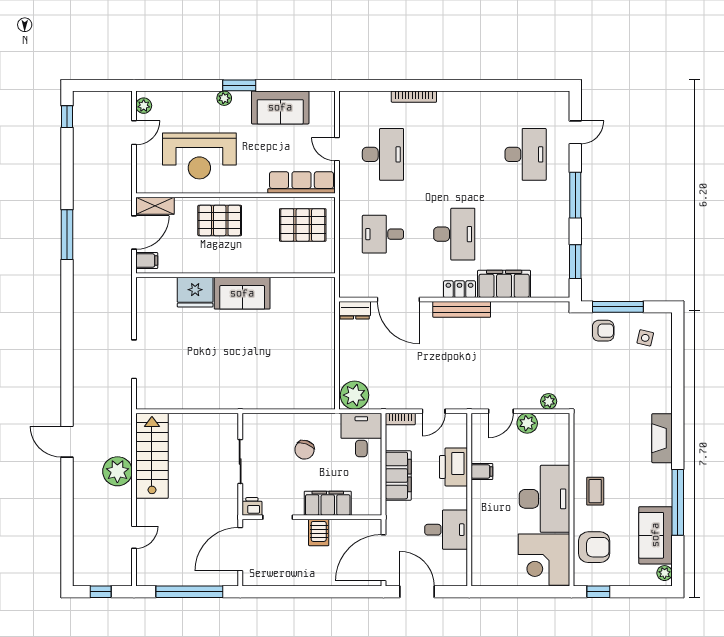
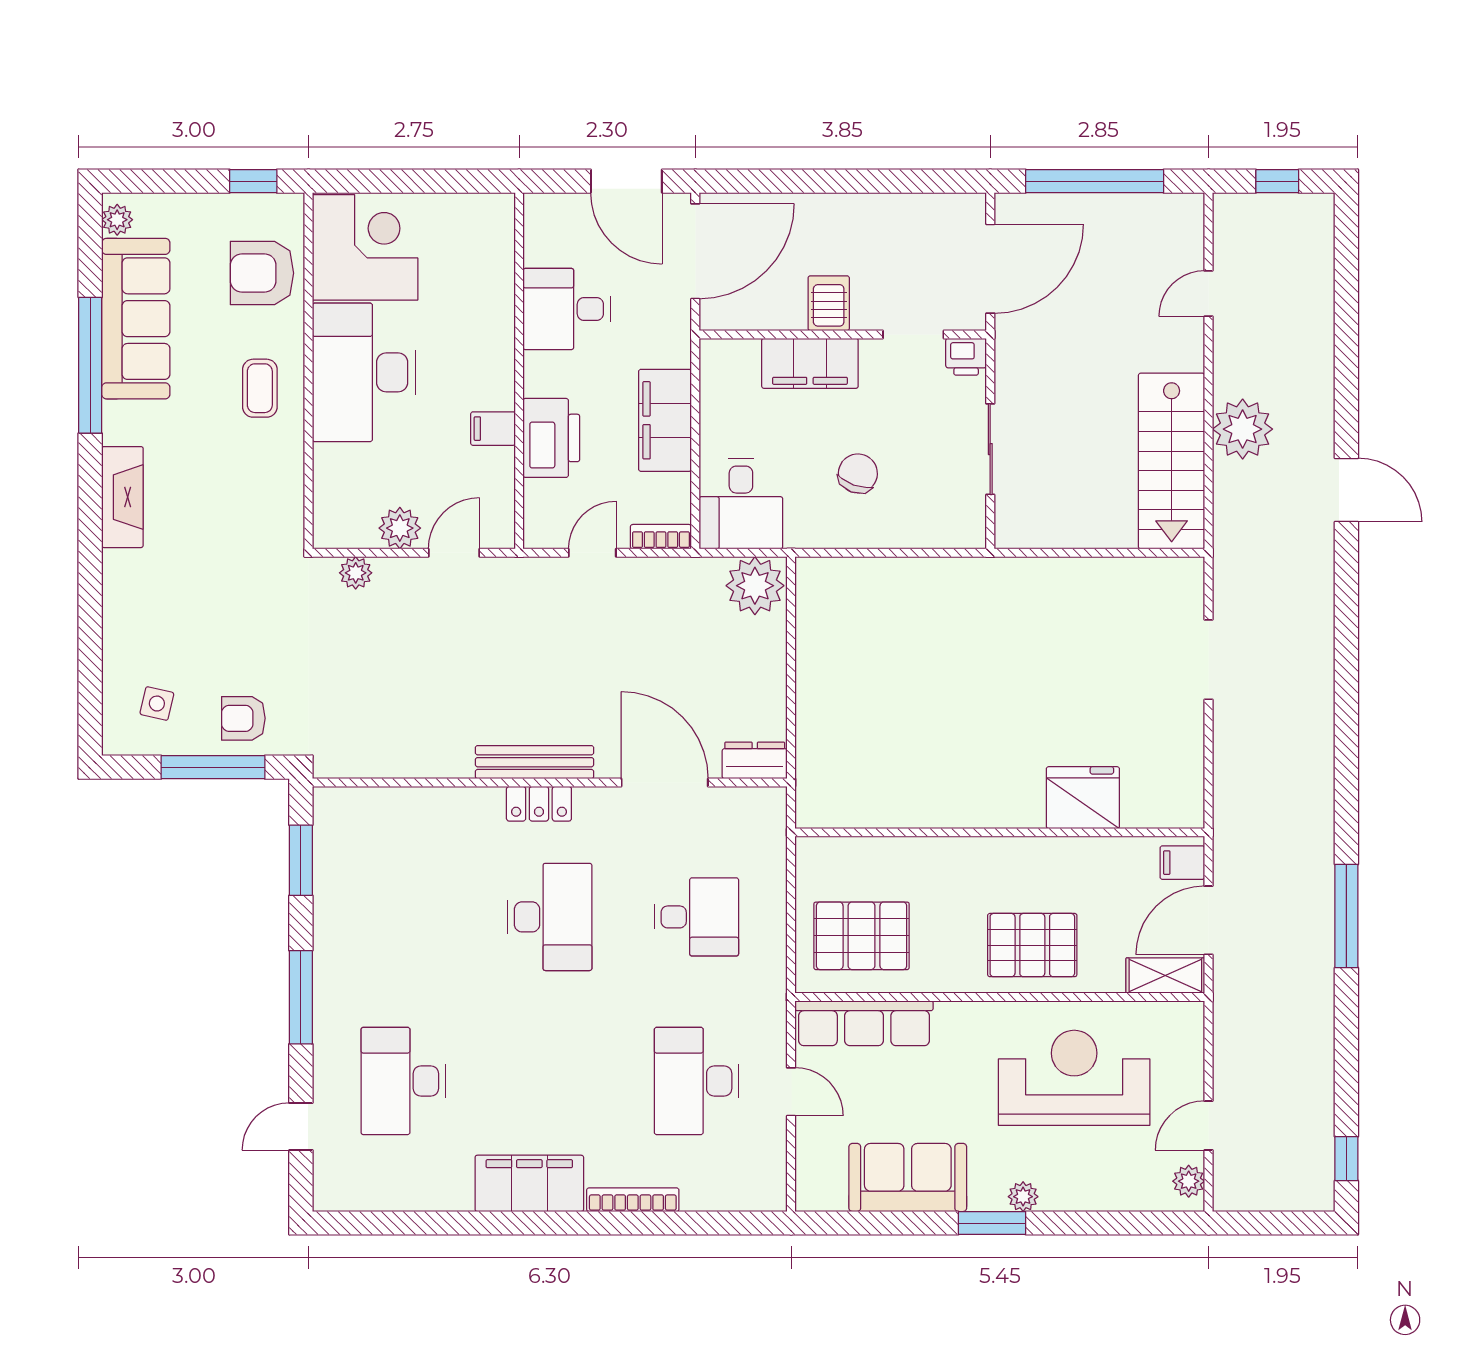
desk: (454, 234) -> (550, 917), turned 180
filing cabinet: (504, 284) -> (529, 1183), moved, turned 180
sofa: (242, 293) -> (986, 795), removed
sofa: (655, 535) -> (136, 319), width x1.36

